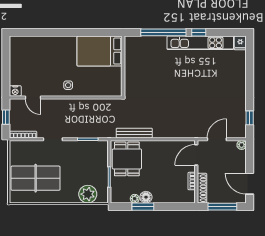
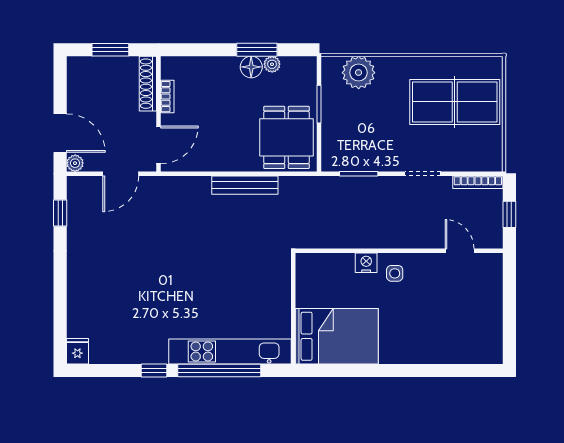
kitchen unit: (200, 43) -> (230, 351), moved
nightstand: (15, 91) -> (366, 263), moved
bench: (134, 133) -> (245, 185), moved
door: (250, 184) -> (60, 133), moved
window: (222, 207) -> (110, 50), width x0.69

